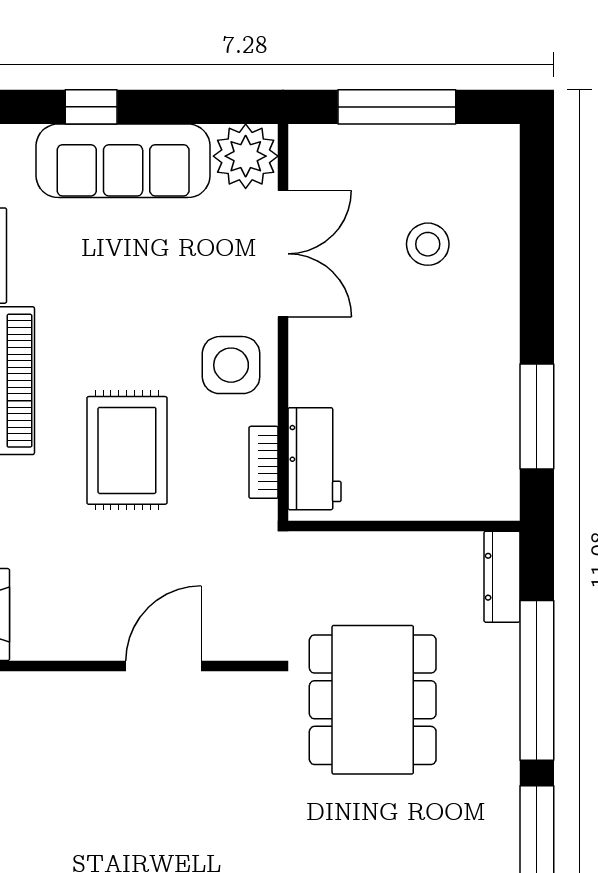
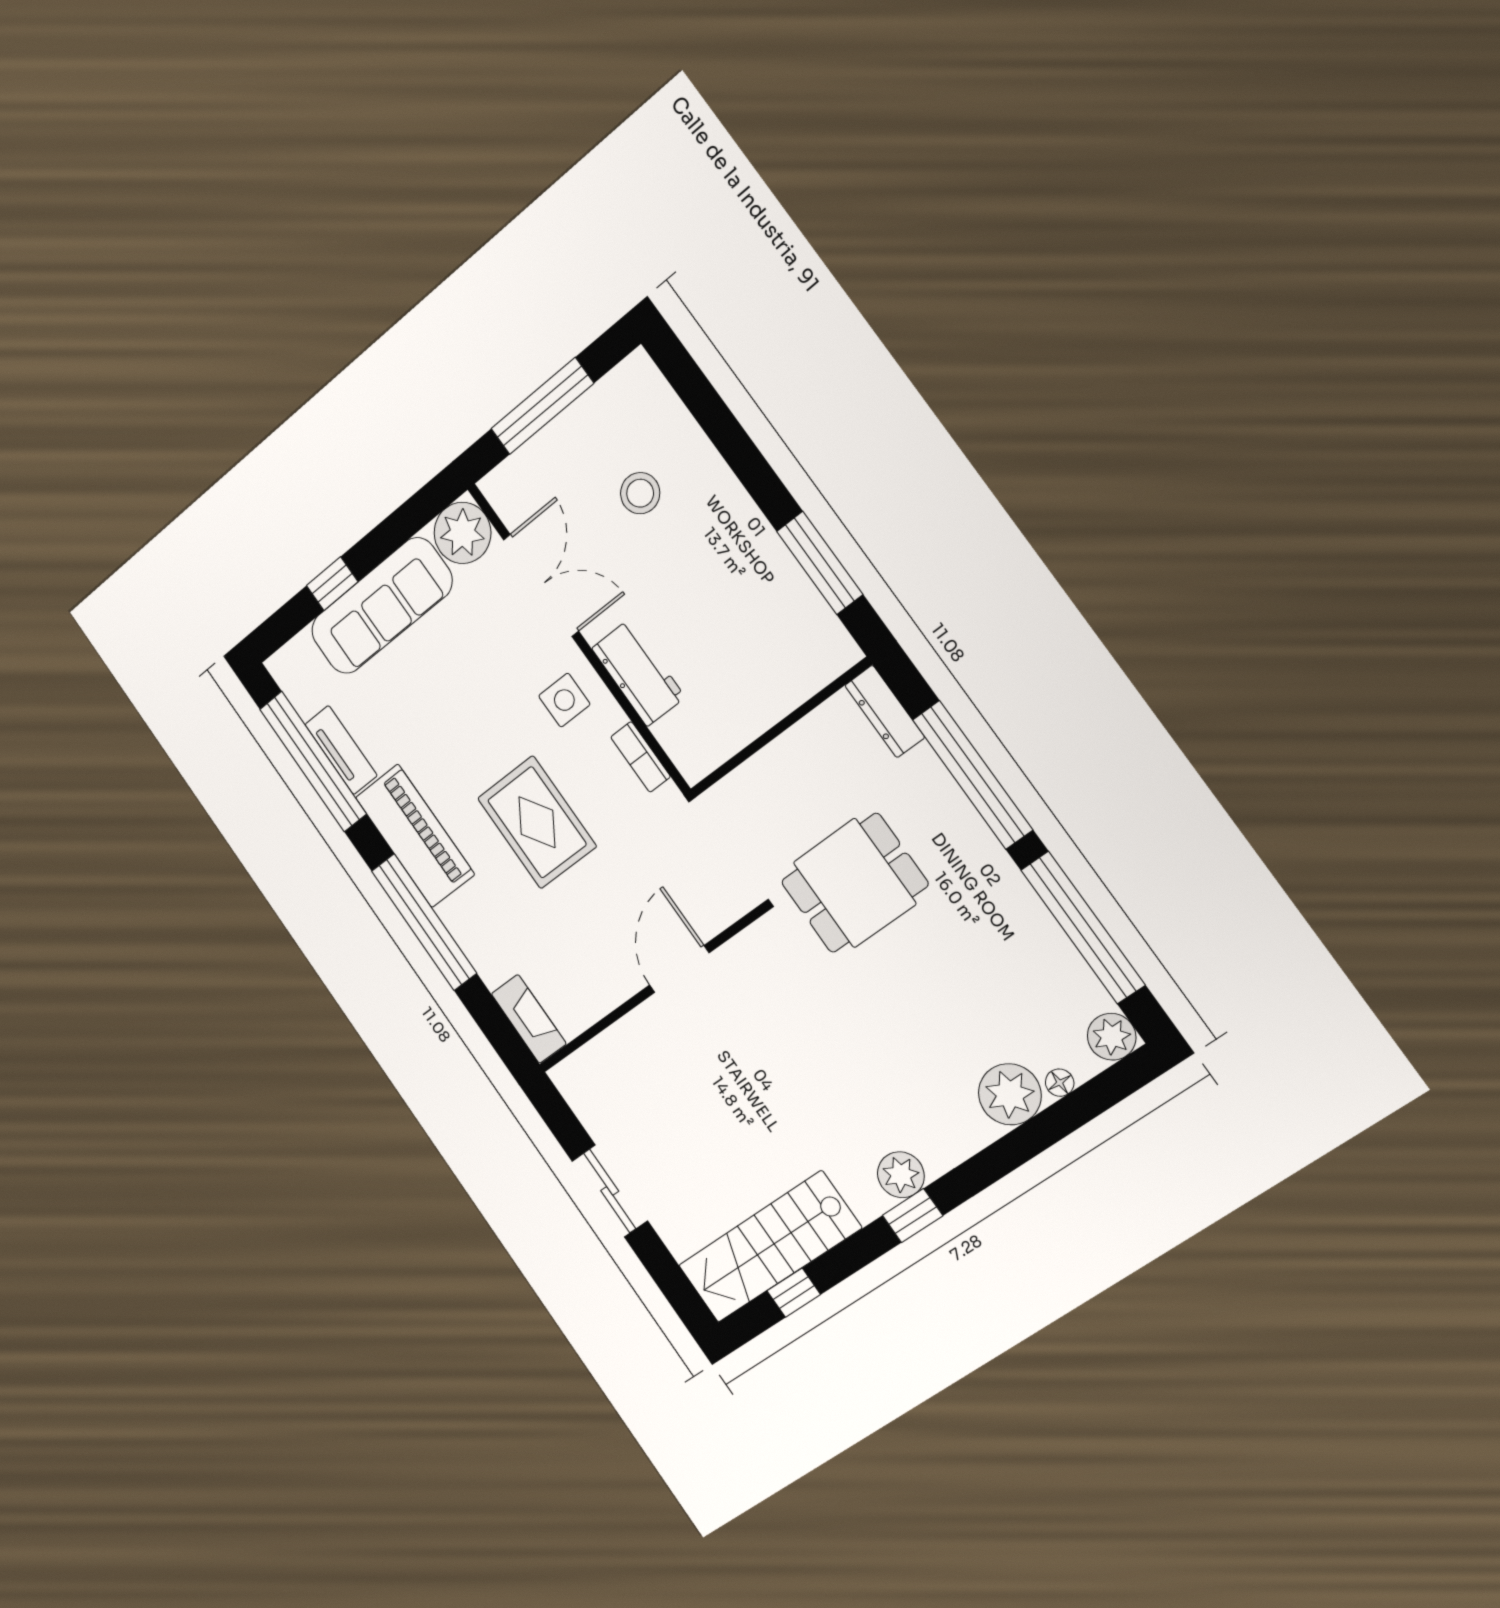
side table: (231, 365) -> (564, 700), width x0.73, depth x0.73
workbench: (315, 459) -> (638, 673), moved
dining table: (373, 700) -> (855, 883), width x0.73

